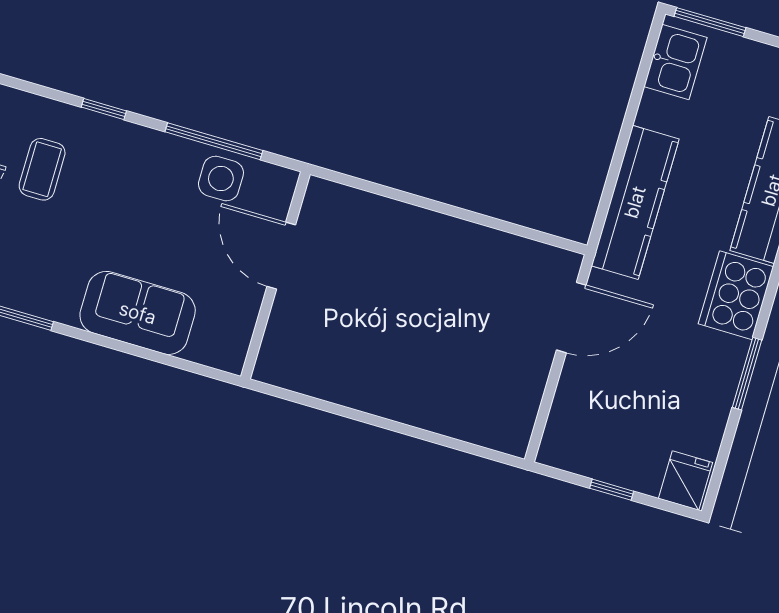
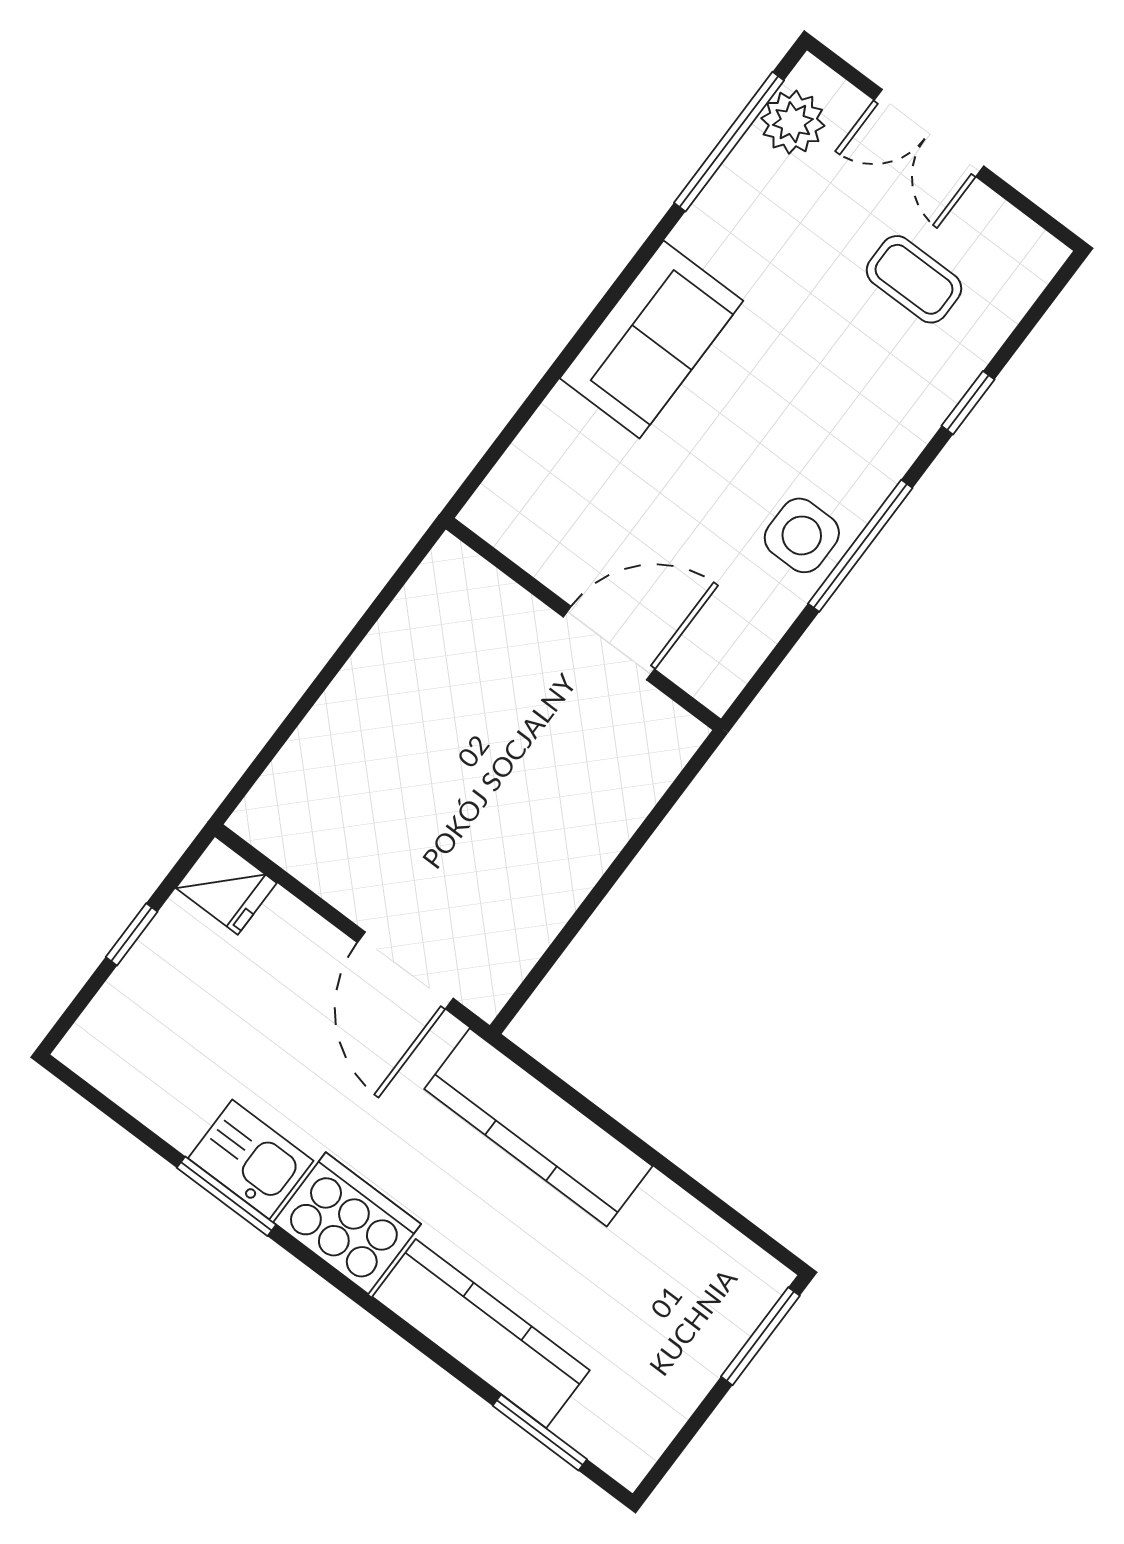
kitchen sink: (675, 62) -> (251, 1159), moved, turned 180
door: (281, 256) -> (609, 643), moved
wall: (275, 275) -> (583, 624), moved
fridge: (685, 481) -> (226, 885), moved

